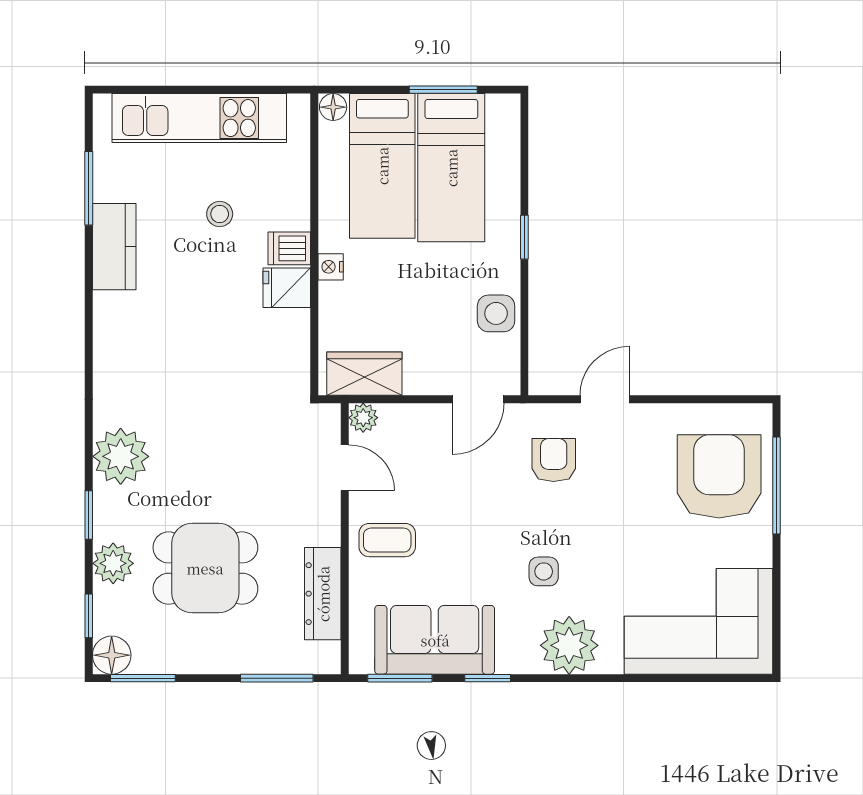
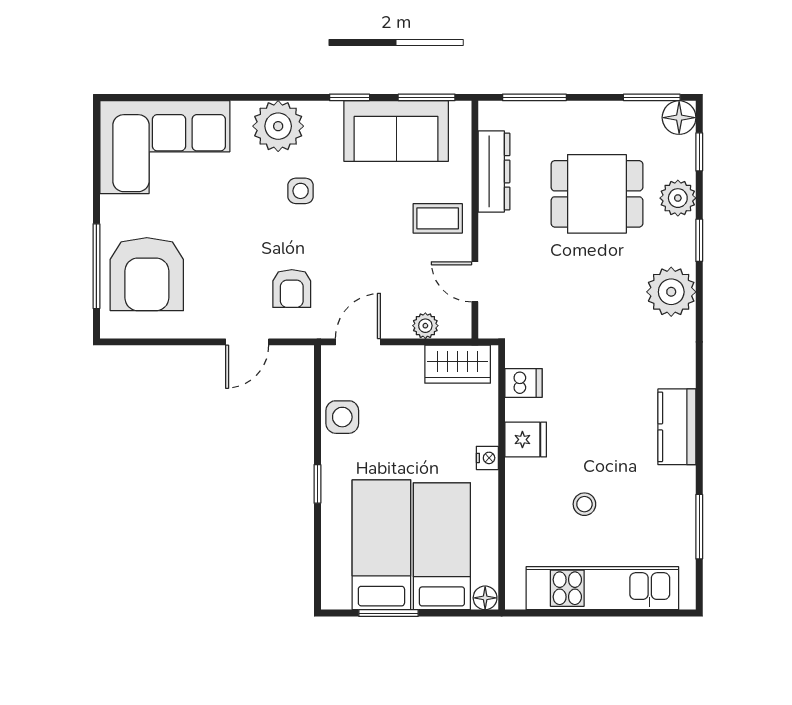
kitchen counter: (114, 247) -> (677, 427), moved
dishwasher: (289, 248) -> (524, 383), moved
plant: (363, 418) -> (425, 326), moved

